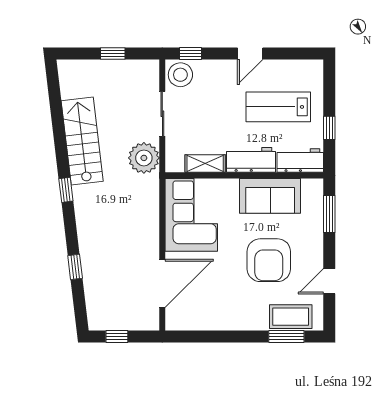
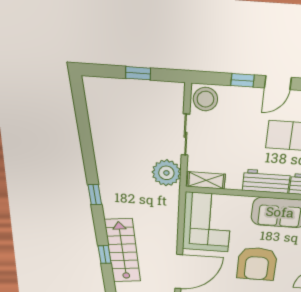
window: (191, 53) -> (243, 80), moved
stairs: (82, 141) -> (123, 251), moved
shelving: (205, 164) -> (206, 180), moved
armchair: (269, 260) -> (257, 264), moved

